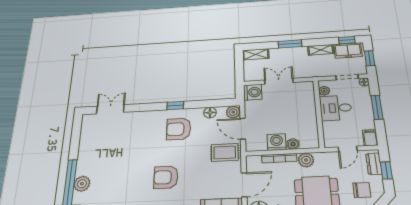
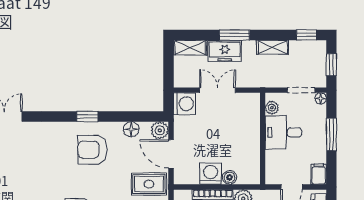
freezer: (348, 50) -> (225, 51), moved

